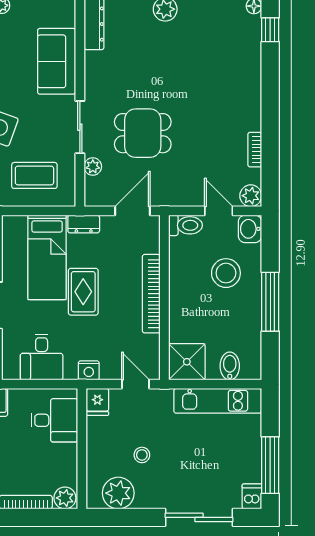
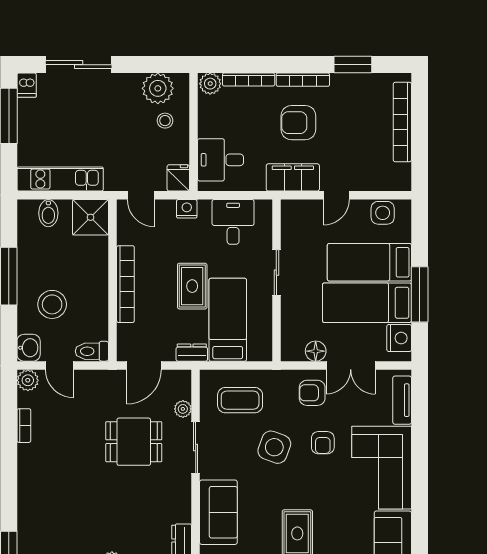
stool: (142, 455) -> (165, 121), moved

